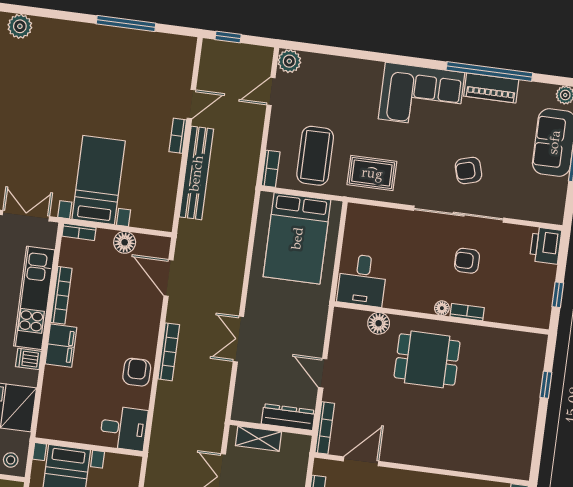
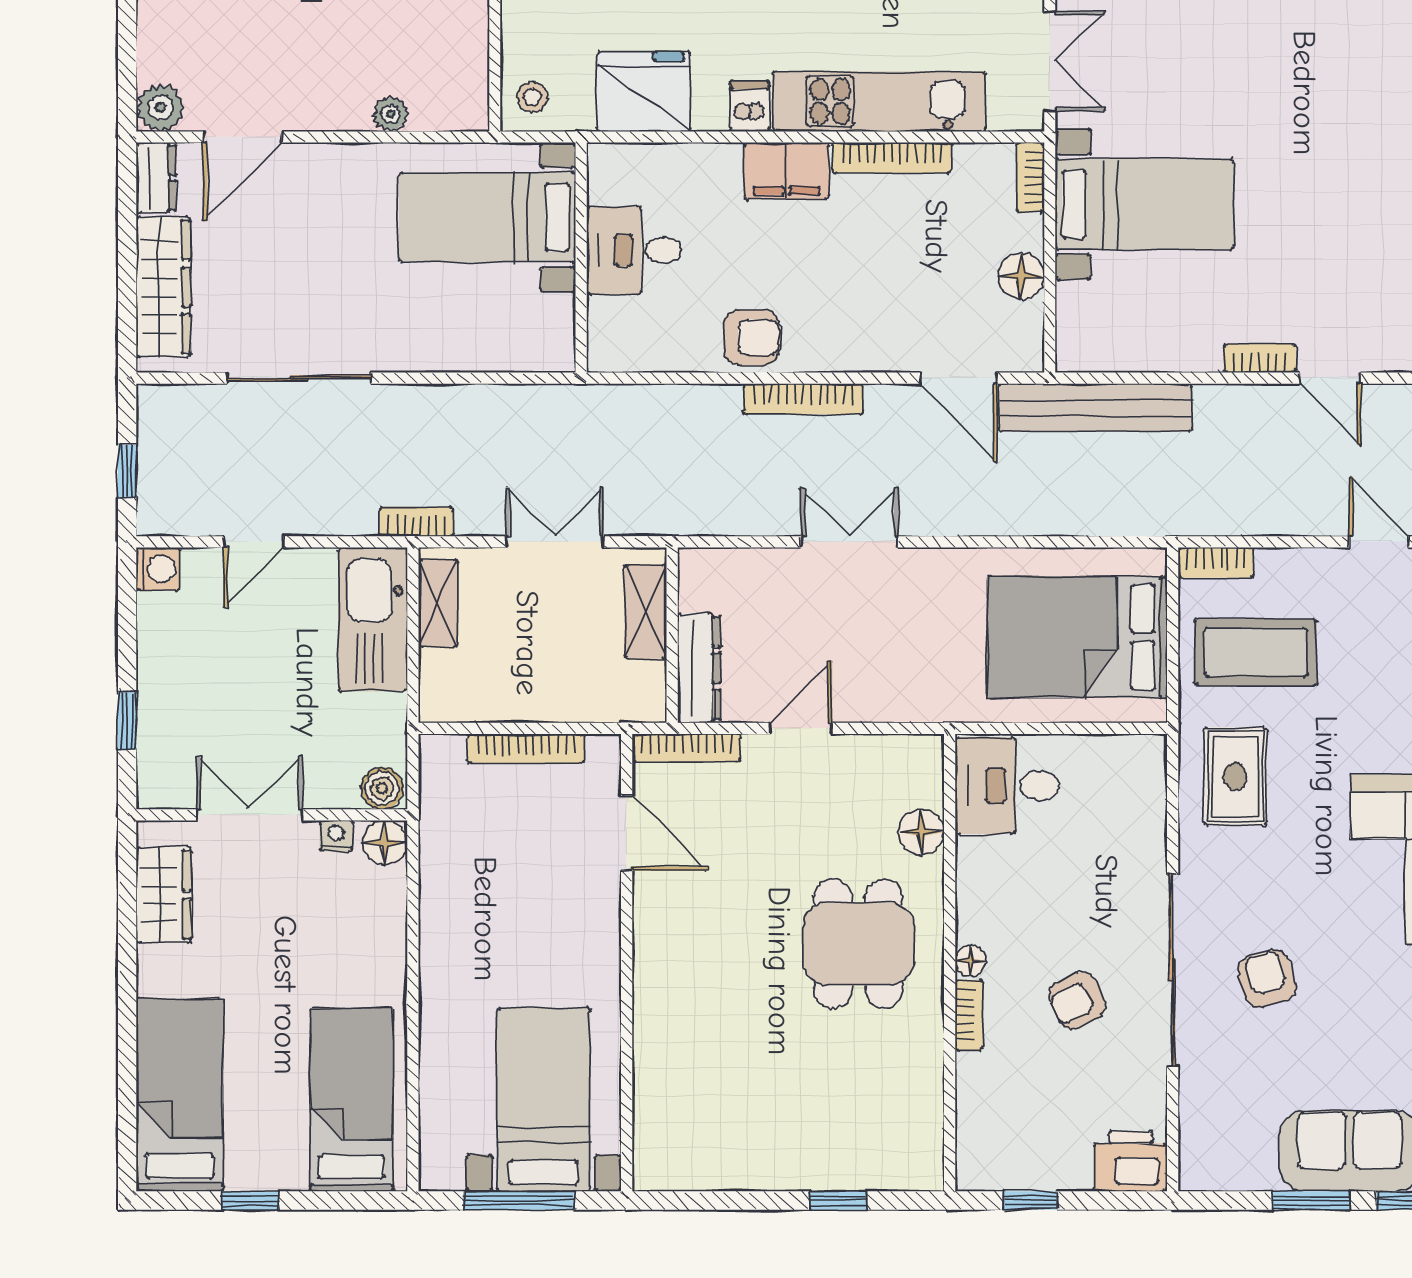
bench: (196, 173) -> (1095, 408), moved
armchair: (467, 261) -> (1077, 1001), turned -115
door: (168, 278) -> (959, 378), swing flipped
desk: (124, 428) -> (634, 250), moved, turned 90

